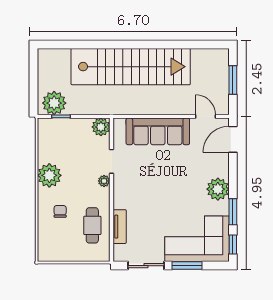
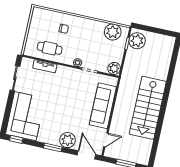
stairs: (131, 67) -> (148, 108), width x0.73
plant: (49, 175) -> (113, 32), moved
plant: (218, 189) -> (68, 140), moved
window: (233, 212) -> (53, 147), moved
window: (187, 266) -> (9, 106), removed

